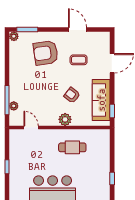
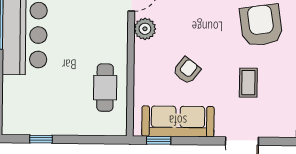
plant: (65, 119) -> (145, 29), moved
cafe table: (72, 147) -> (105, 88), moved

